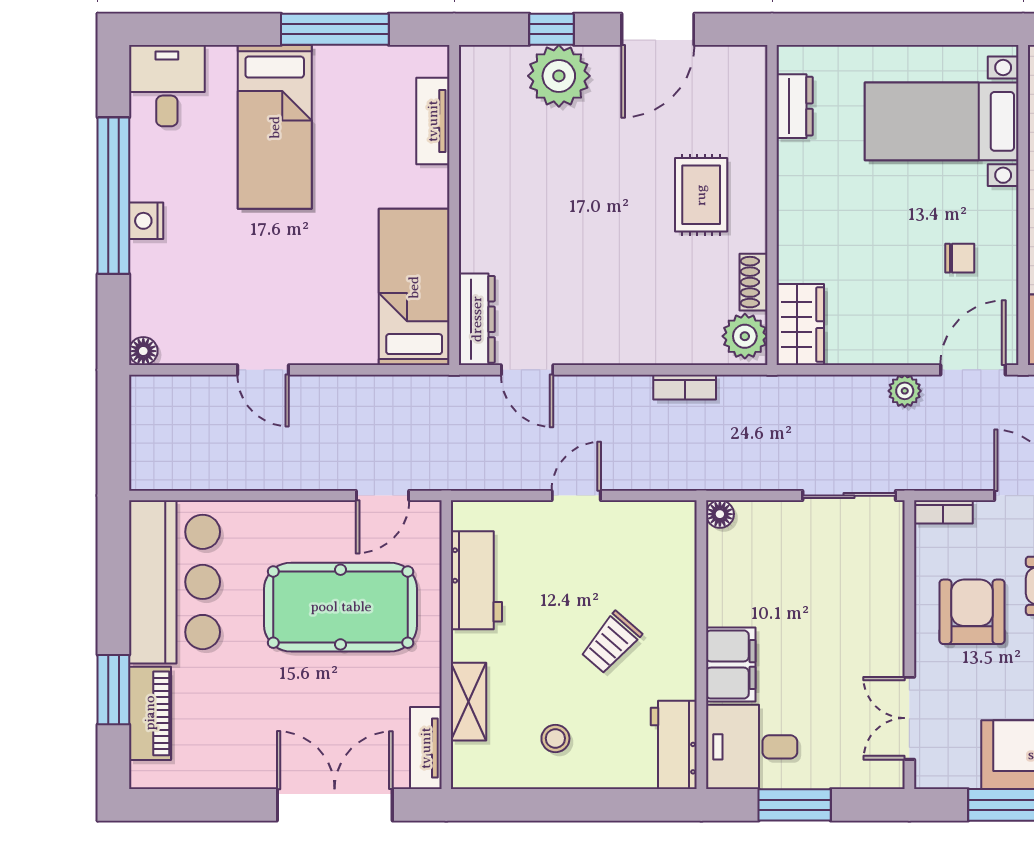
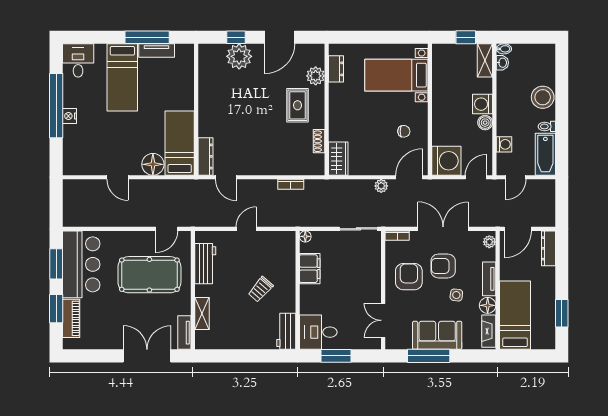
tv unit: (433, 121) -> (157, 51), moved, turned -90
plant: (745, 336) -> (316, 76), moved
floor lamp: (143, 351) -> (153, 164), moved, width x1.89, depth x1.89
window: (113, 581) -> (56, 264), added
filing cabinet: (731, 664) -> (310, 269), moved
stool: (555, 738) -> (238, 329), removed

